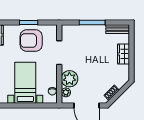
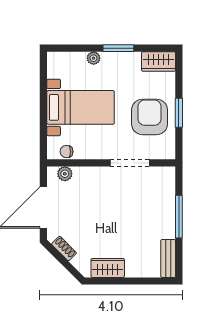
wardrobe: (123, 54) -> (108, 268), moved
plant: (69, 79) -> (87, 180), removed

